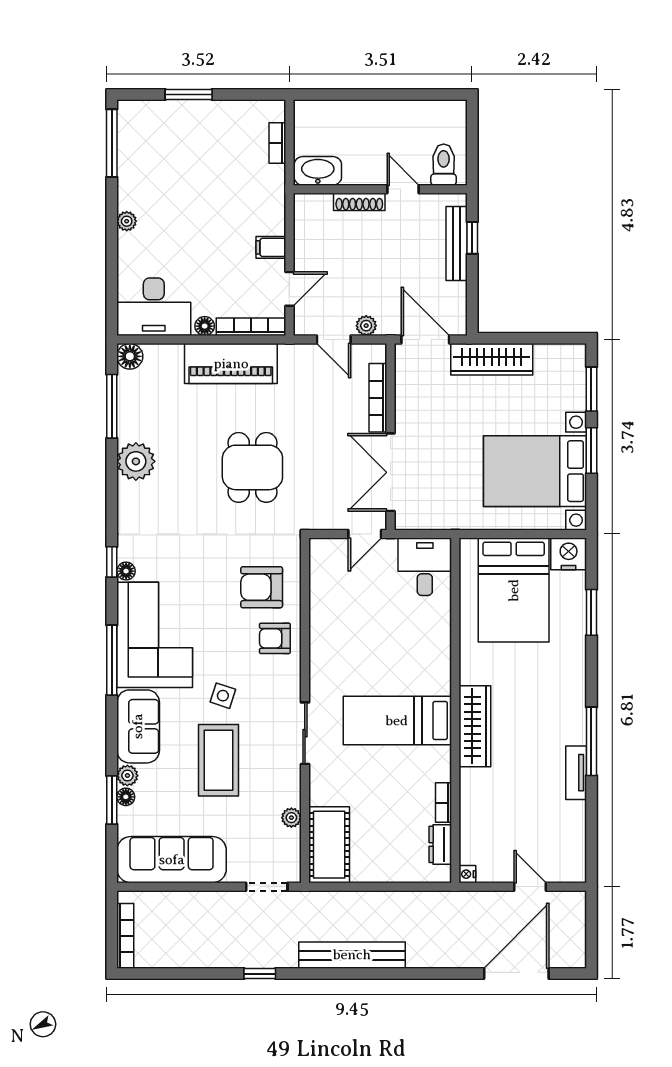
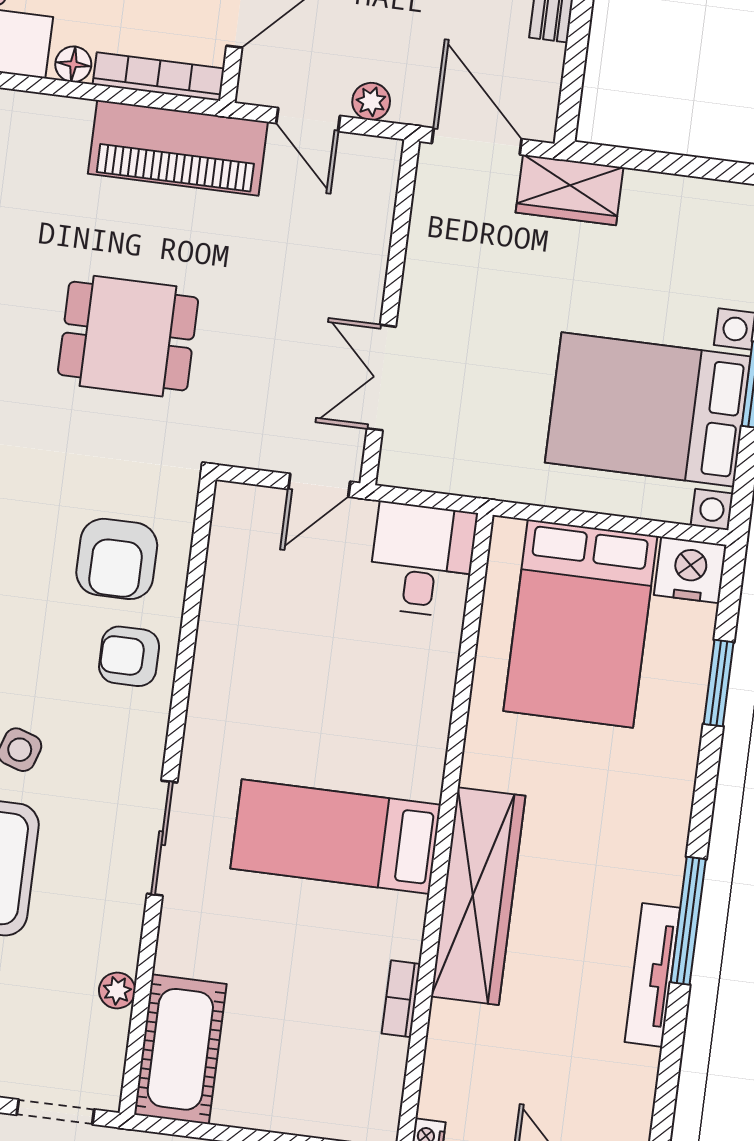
wardrobe: (492, 359) -> (570, 190), width x0.67
piano: (231, 364) -> (178, 148), moved
bookcase: (378, 398) -> (376, 237), removed
dining table: (252, 467) -> (128, 336), turned 90
double door: (391, 472) -> (381, 378), width x0.73
armchair: (262, 587) -> (117, 559), turned -90
wardrobe: (475, 726) -> (478, 896), width x1.40, depth x1.17
tv unit: (576, 773) -> (652, 975), width x1.41
dresser: (440, 844) -> (385, 1075), removed

